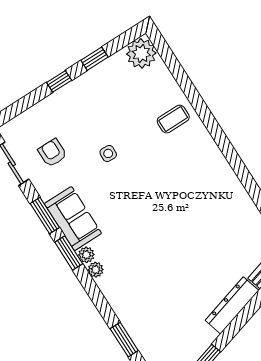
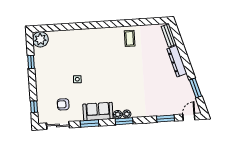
window: (59, 81) -> (34, 107), moved
coffee table: (173, 119) -> (130, 38), moved
window: (69, 253) -> (124, 121), moved

